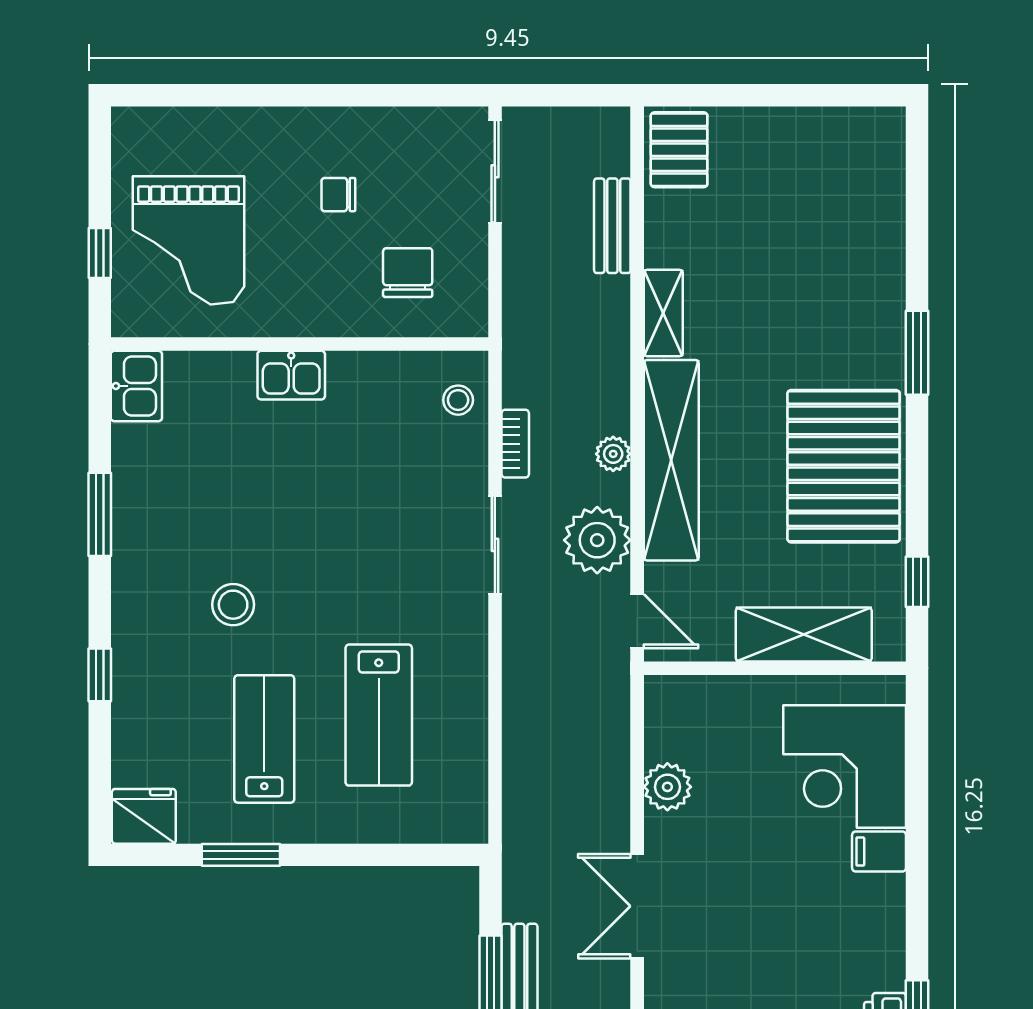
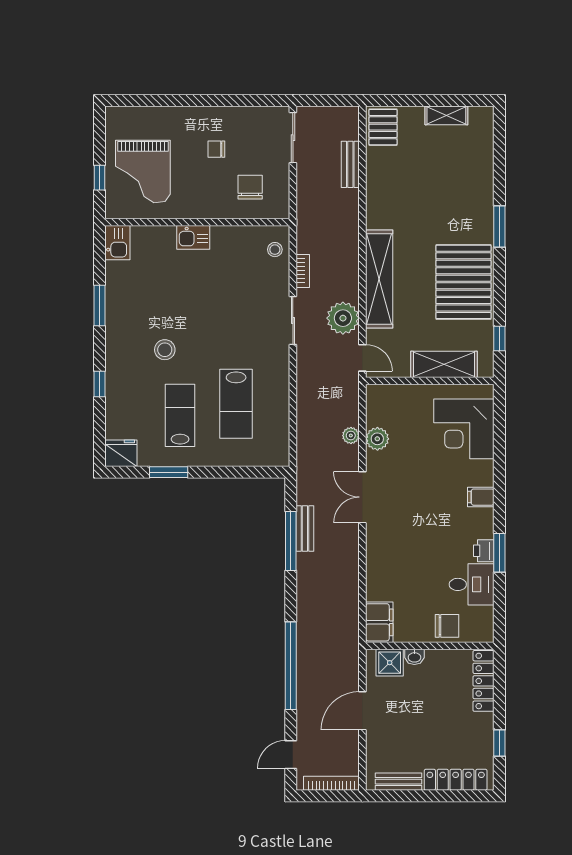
shelving: (663, 313) -> (446, 115), moved, turned 90
plant: (613, 454) -> (351, 436), moved
filing cabinet: (879, 851) -> (481, 497), moved

